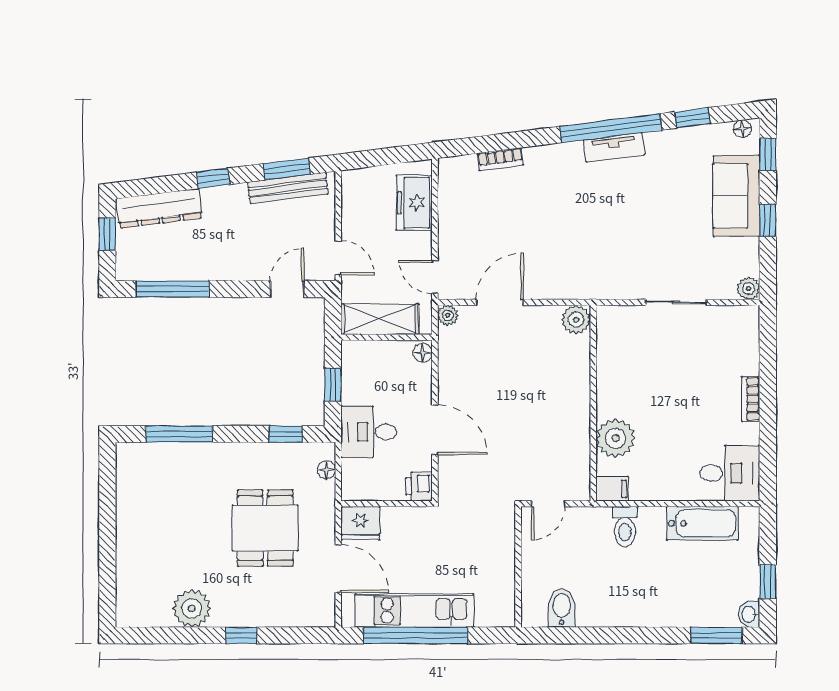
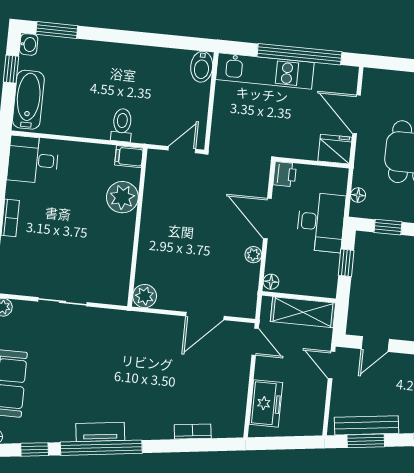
plant: (448, 315) -> (253, 255), moved
desk: (369, 432) -> (321, 222), width x1.37
bathtub: (702, 523) -> (28, 100), moved, turned 90
bidet: (562, 608) -> (202, 67), moved
kitchen unit: (414, 611) -> (265, 71), moved

